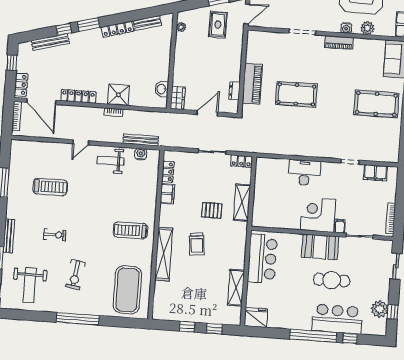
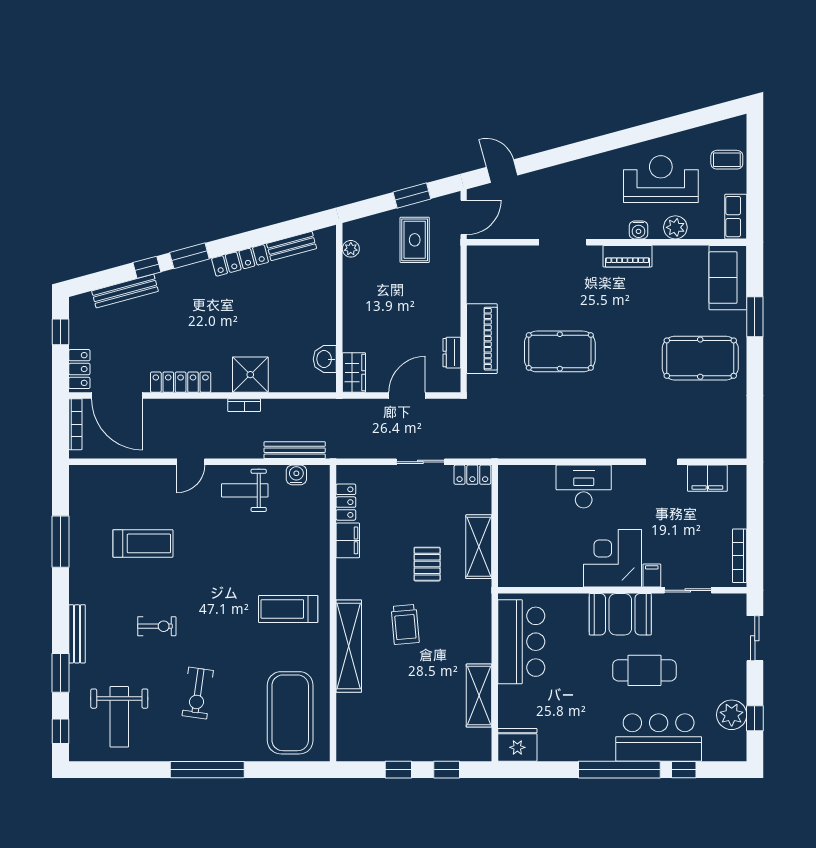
pallet: (212, 210) -> (427, 564), turned 90

